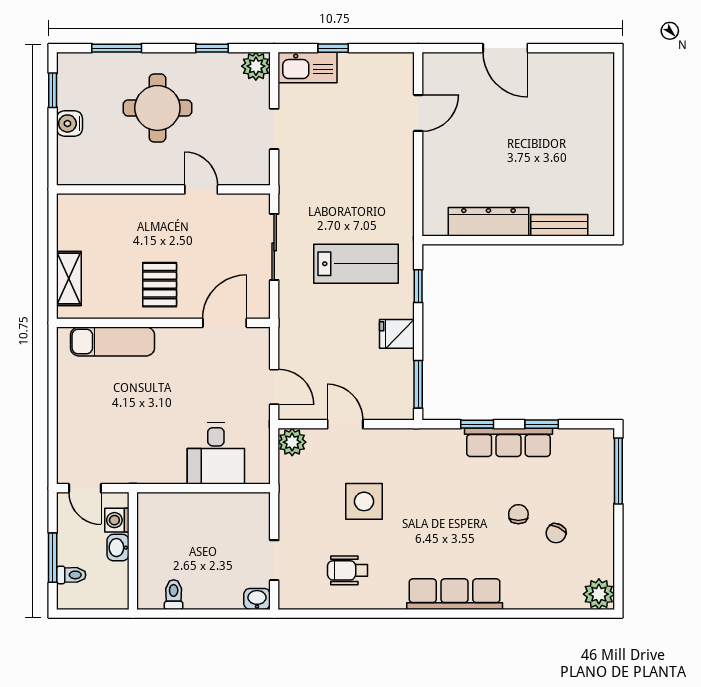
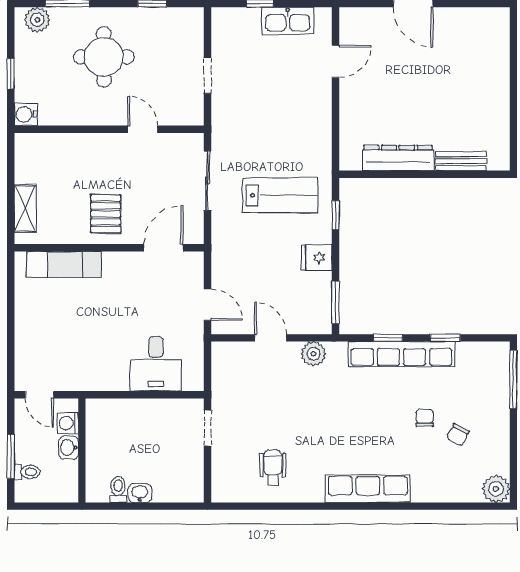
plant: (256, 66) -> (37, 20), moved
kitchen sink: (307, 67) -> (288, 21), moved
window: (53, 90) -> (11, 74), moved
water cooler: (70, 123) -> (26, 114), moved
plant: (292, 442) -> (313, 354), moved
row of seats: (508, 442) -> (402, 354), width x1.36
side table: (364, 501) -> (287, 407), removed
doorway: (274, 560) -> (208, 428), moved
wheelchair: (348, 570) -> (273, 468), turned 90
washbasin: (257, 599) -> (140, 493), moved

